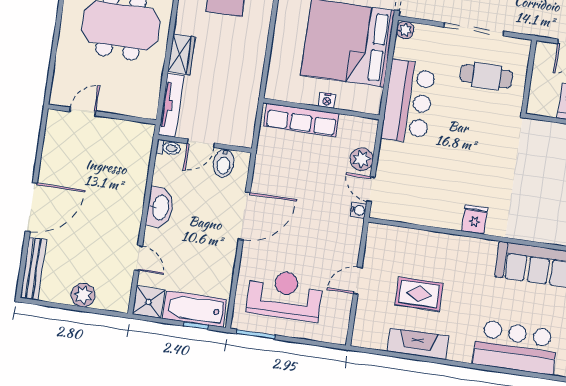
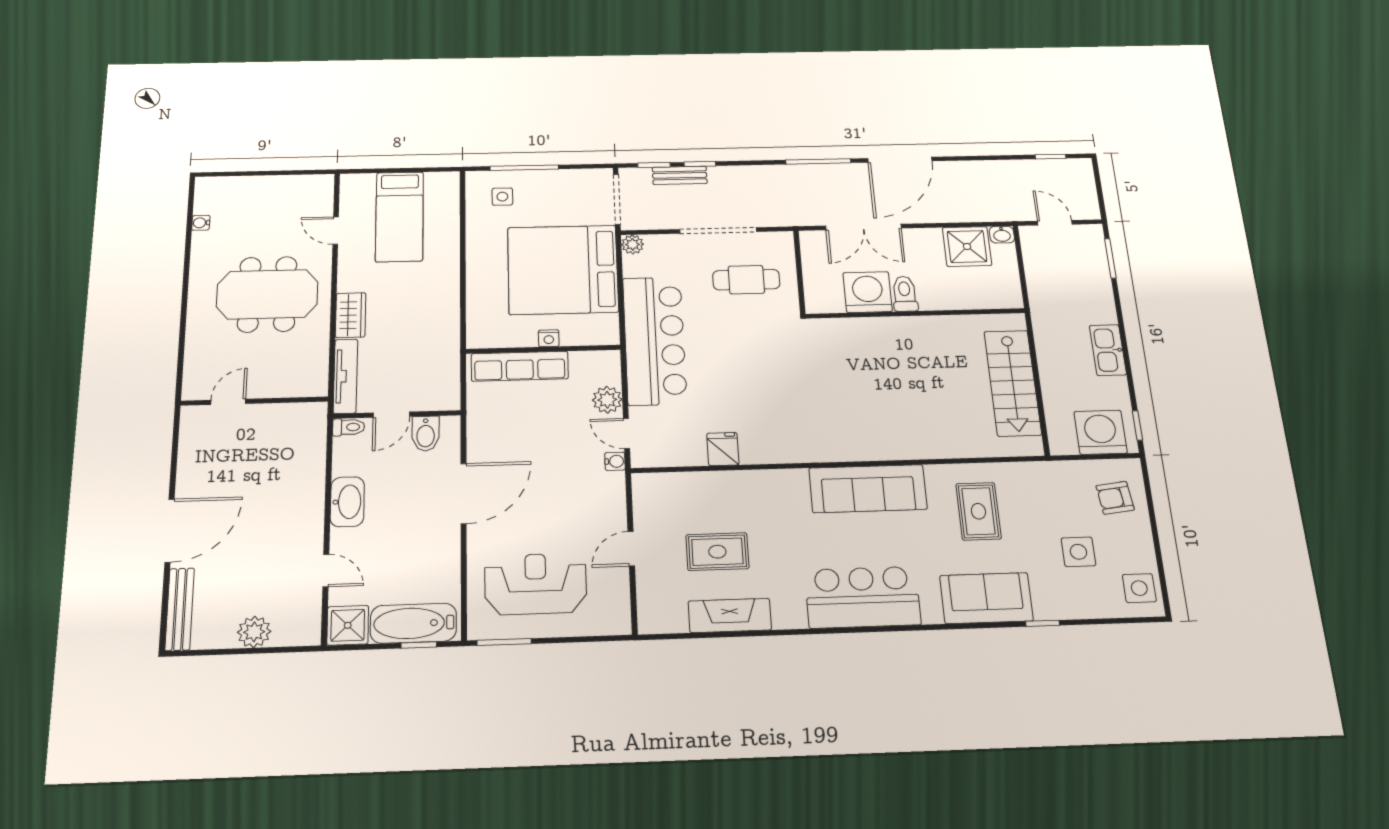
bar counter: (408, 102) -> (655, 340), width x1.36
fridge: (475, 220) -> (723, 449), moved

